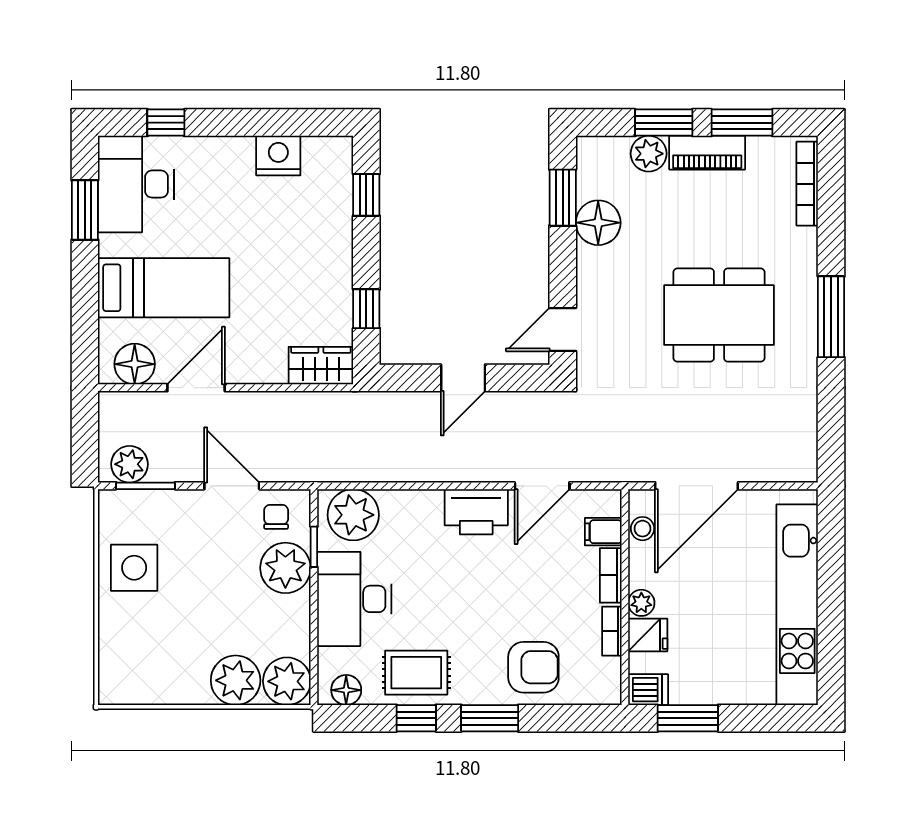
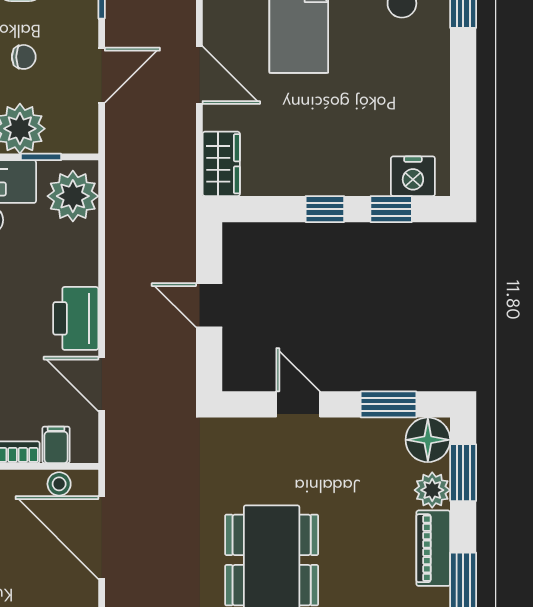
window: (664, 123) -> (463, 473), moved
nightstand: (278, 156) -> (413, 176), moved, turned 90
floor lamp: (598, 223) -> (428, 440), moved
window: (366, 309) -> (325, 209), moved
door: (563, 329) -> (298, 404), moved
door: (196, 388) -> (199, 75), moved
chair: (276, 517) -> (24, 57), moved

